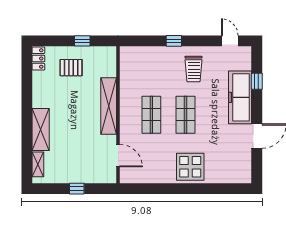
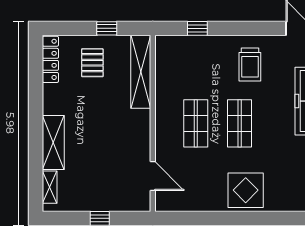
window: (174, 41) -> (197, 28), moved
locker: (38, 58) -> (50, 59), width x1.53
pallet: (71, 68) -> (92, 63), turned 90
shelving: (109, 106) -> (141, 72), moved

